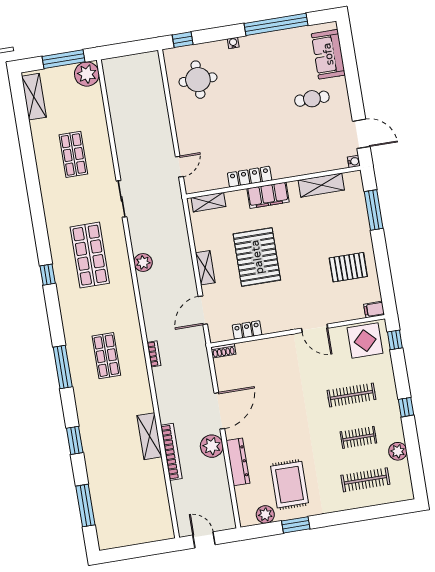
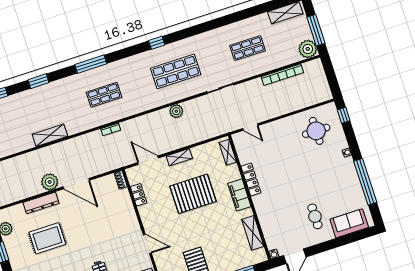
door: (315, 328) -> (147, 244), swing flipped
bookcase: (171, 452) -> (282, 75), moved
rug: (289, 485) -> (47, 238), moved

